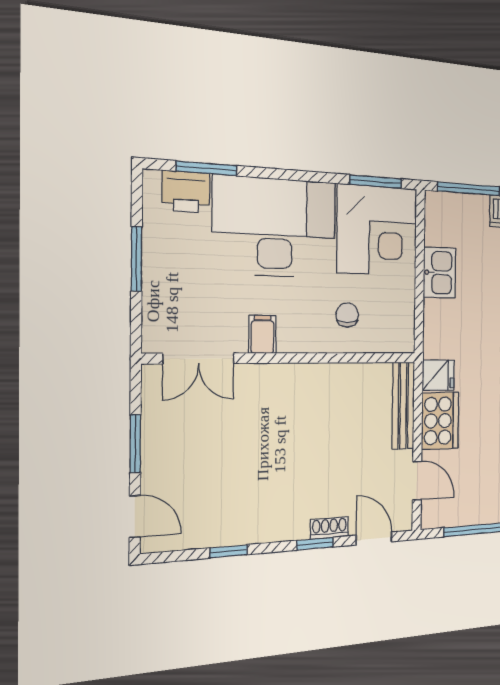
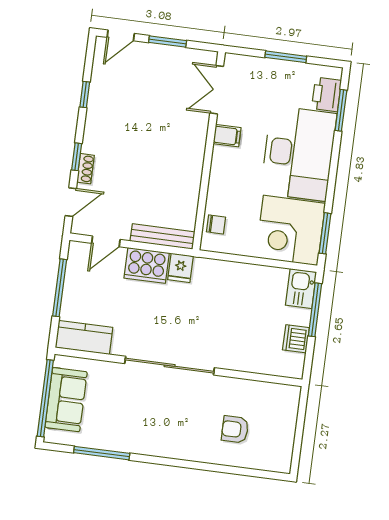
kitchen sink: (439, 273) -> (301, 289), moved, turned 90
chair: (347, 315) -> (216, 224), moved

